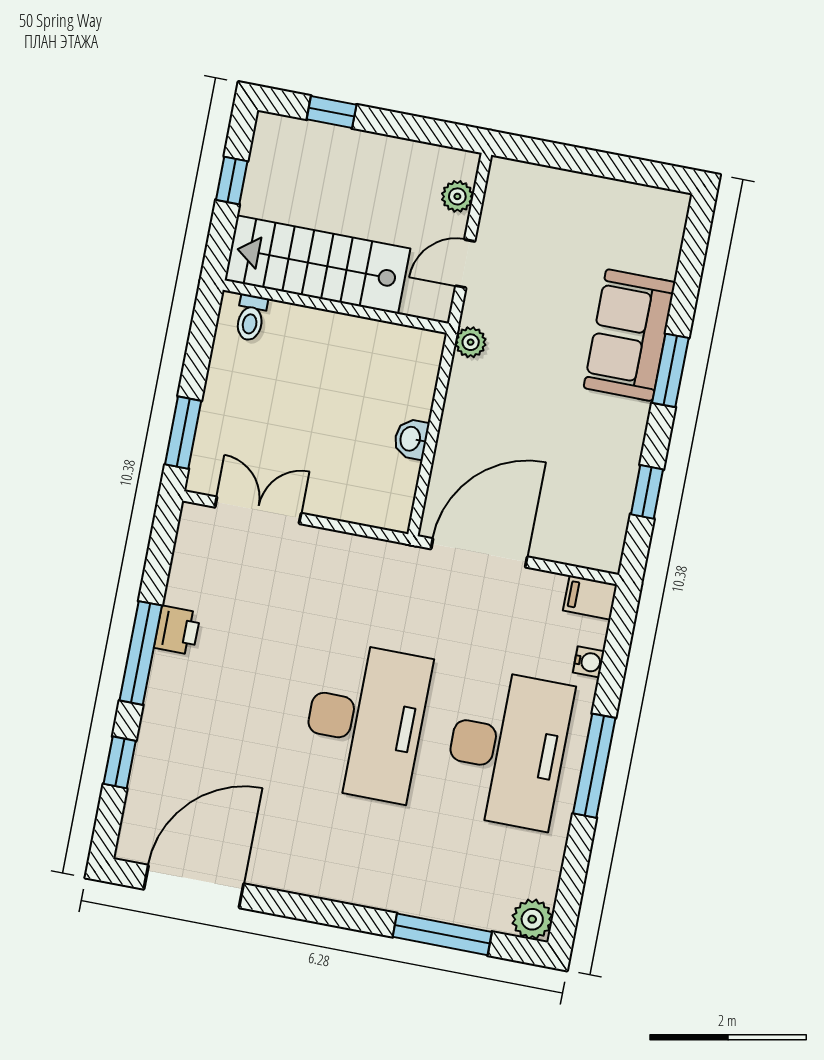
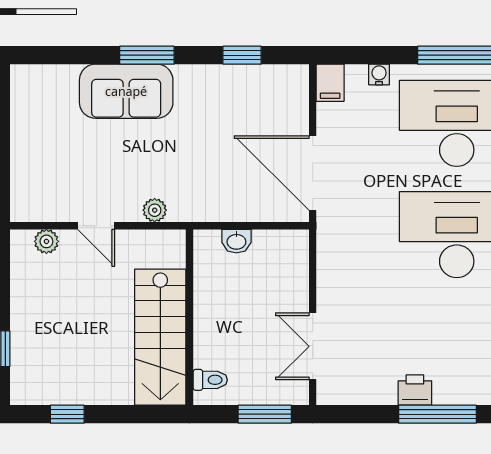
stairs: (317, 264) -> (160, 337), moved
wall: (336, 307) -> (190, 317), moved
toilet: (251, 318) -> (210, 380), moved

